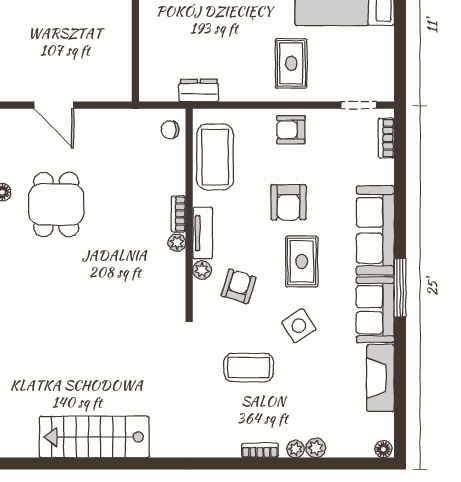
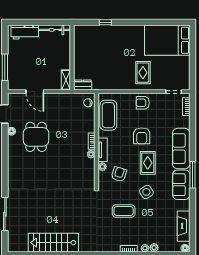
shelving: (122, 80) -> (66, 80), added
dresser: (199, 90) -> (83, 85), moved
fireplace: (380, 378) -> (184, 226), moved

